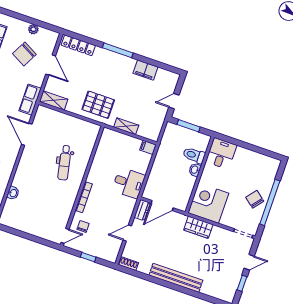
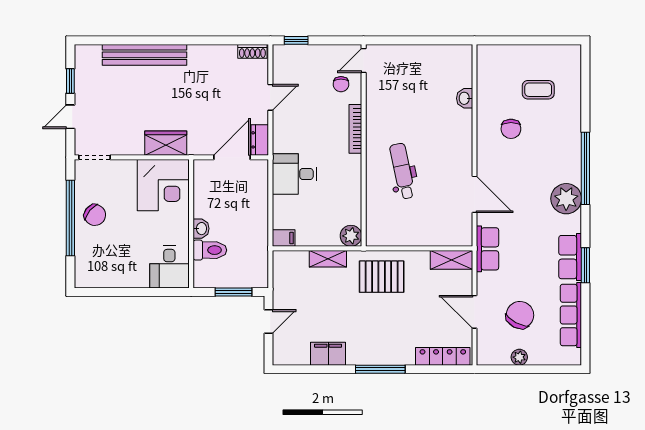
plant: (108, 135) -> (351, 236), added
window: (88, 257) -> (296, 40), moved
bench: (176, 278) -> (145, 55), moved

